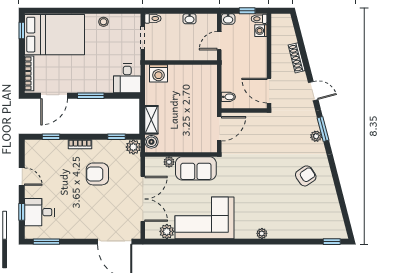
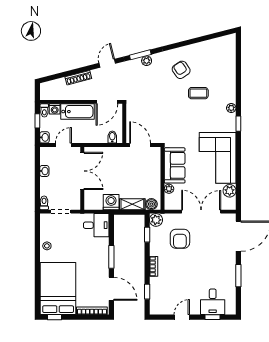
door: (219, 41) -> (63, 145), swing flipped
bathtub: (258, 57) -> (78, 112), added
double door: (190, 62) -> (82, 171), added
washing machine: (158, 73) -> (111, 202), moved, turned -90
armchair: (97, 174) -> (180, 239), moved
coffee table: (279, 196) -> (198, 93), added
window: (46, 242) -> (238, 276), moved
window: (332, 242) -> (238, 124), moved

